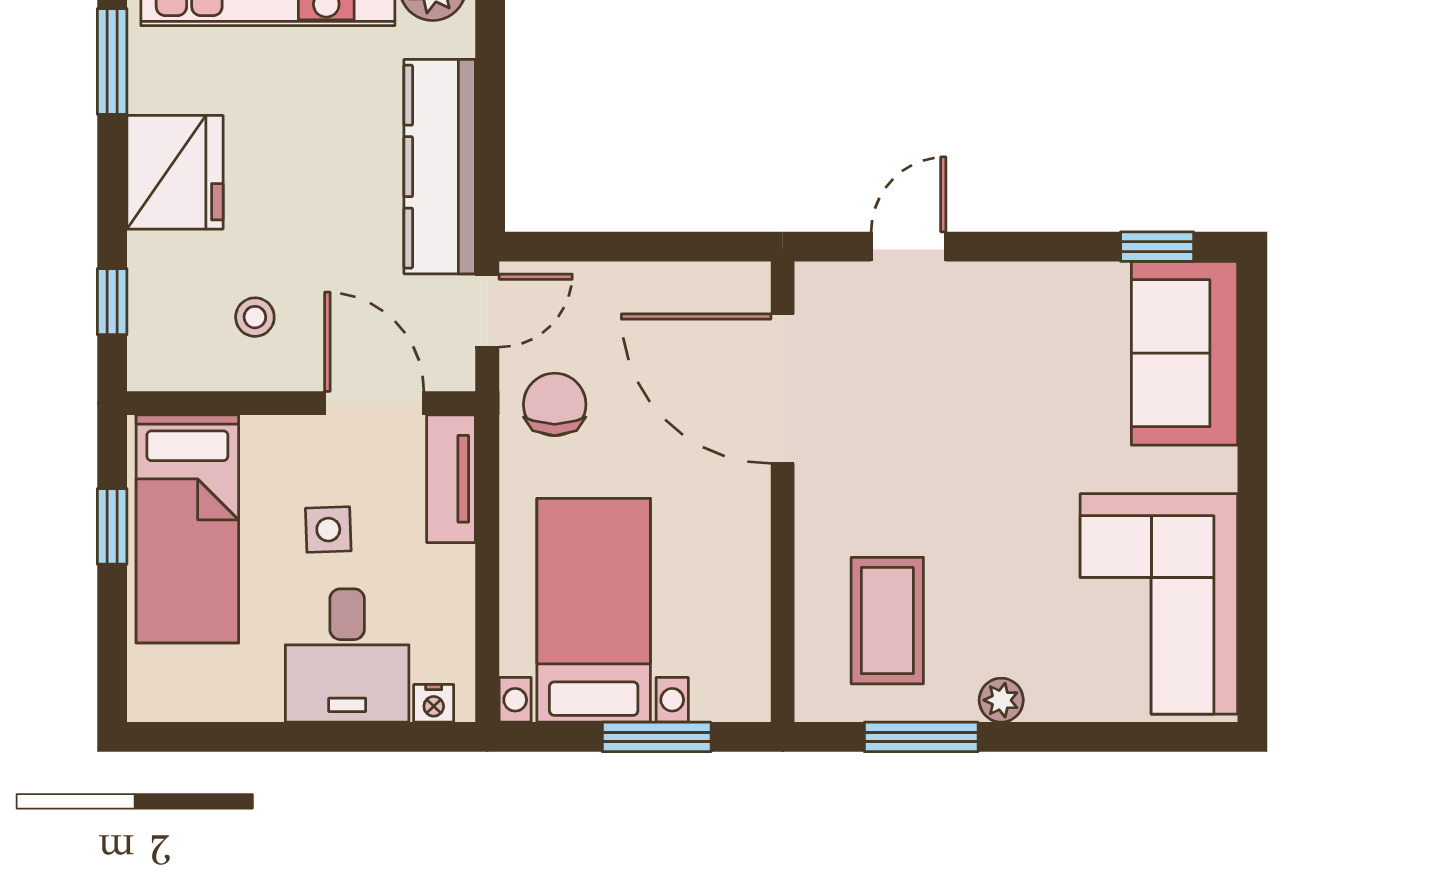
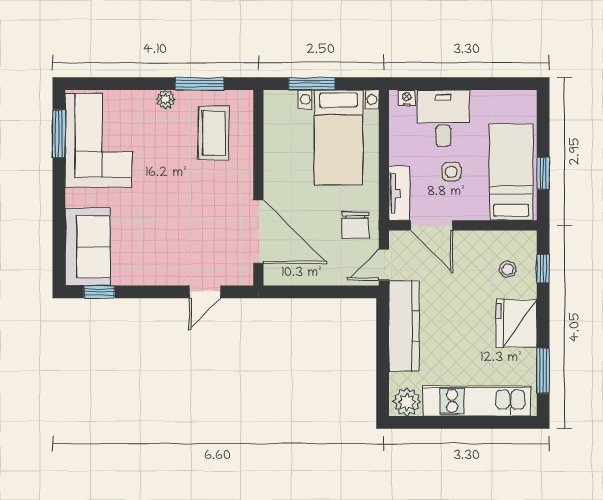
stool: (255, 317) -> (508, 269), moved
window: (1252, 619) -> (59, 134), added

